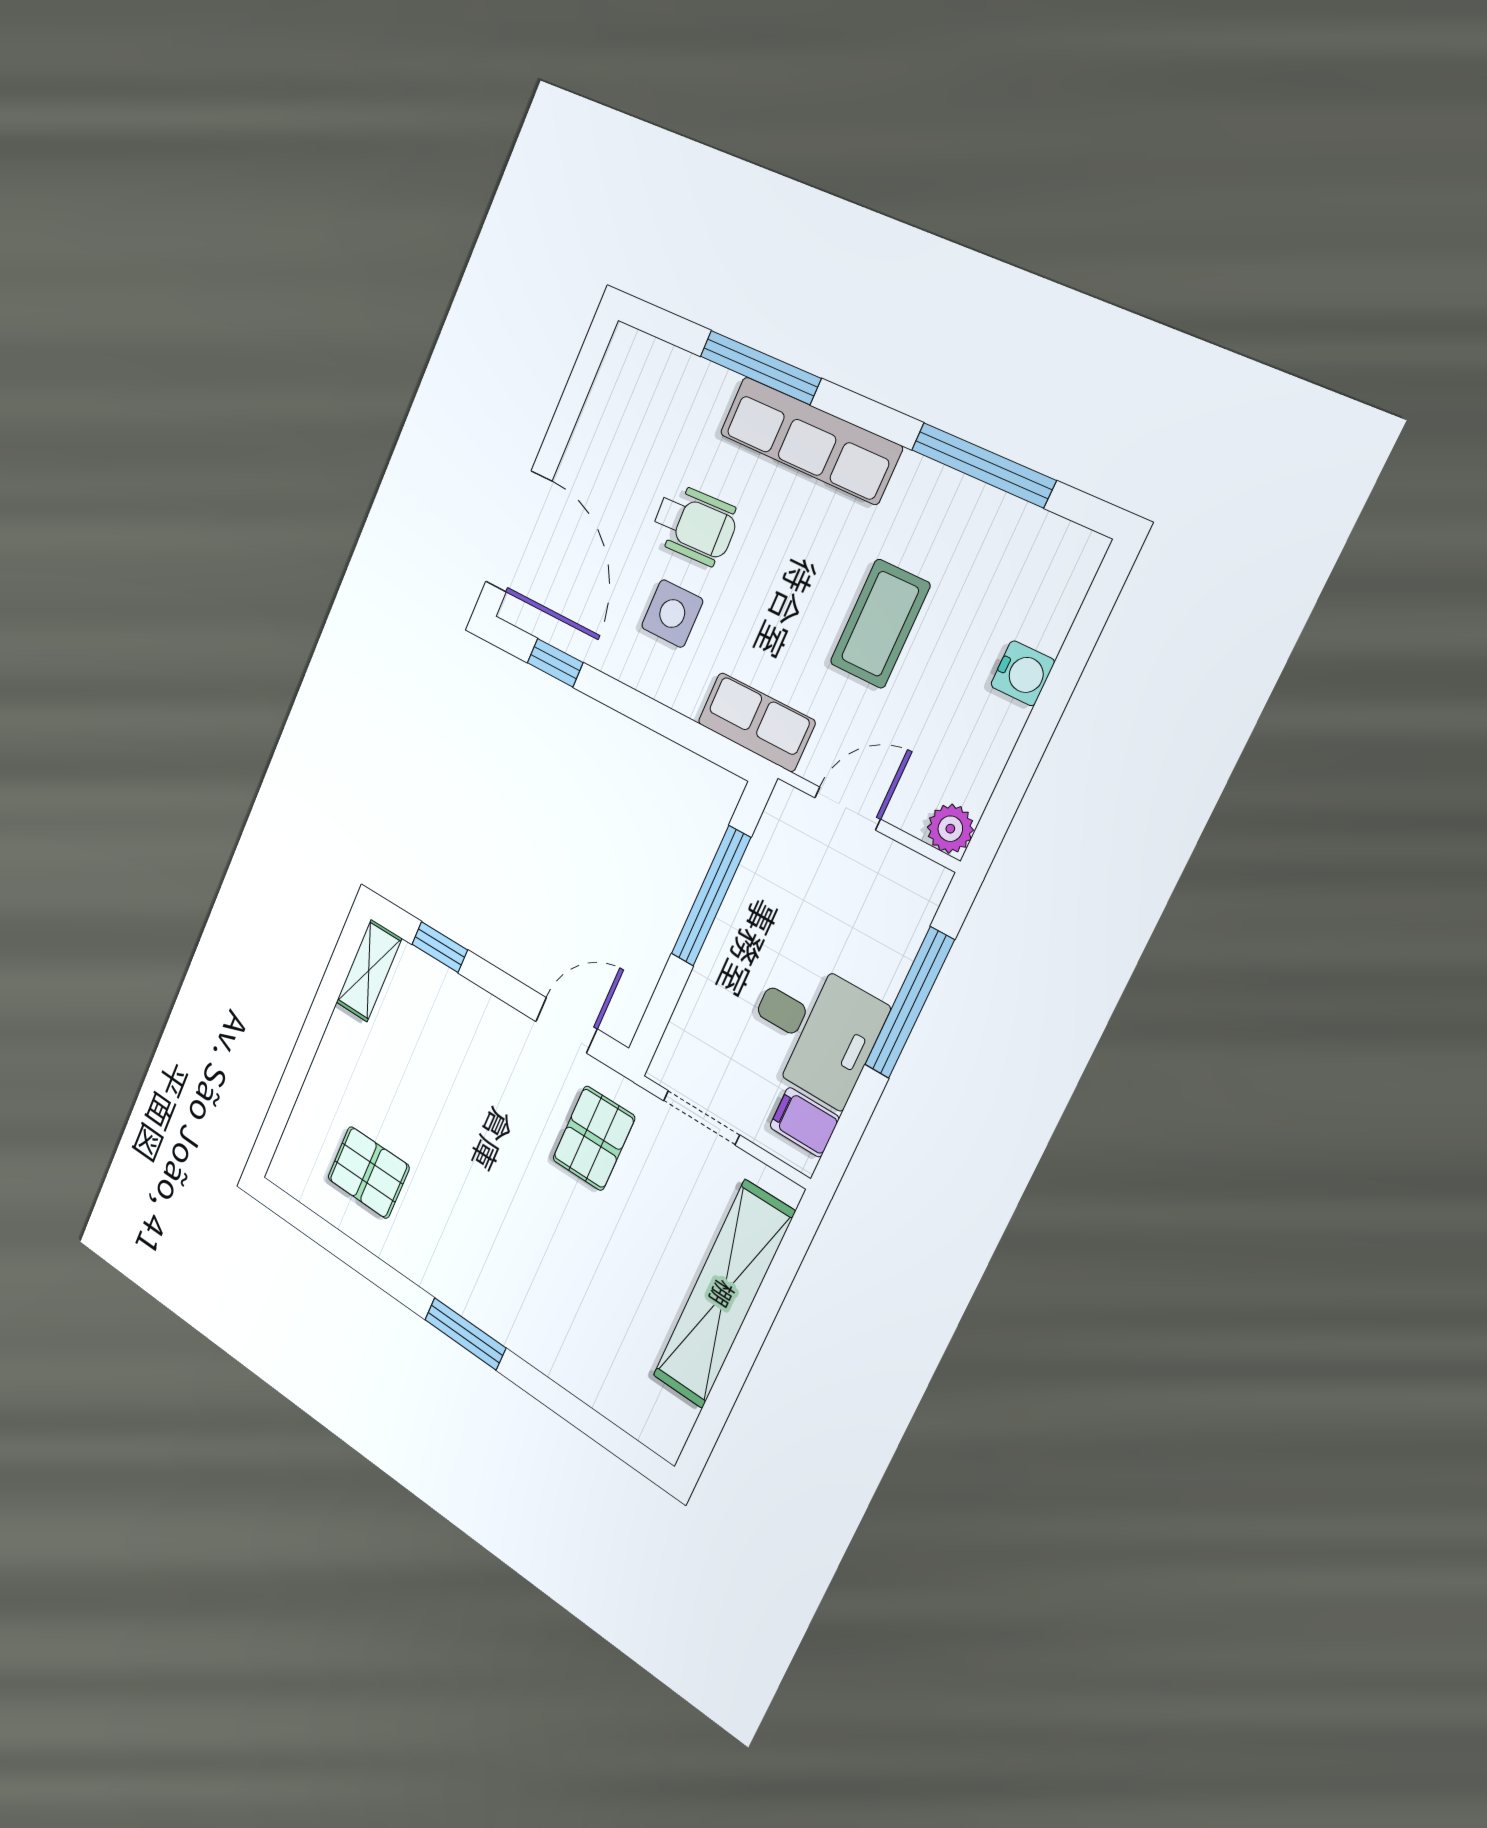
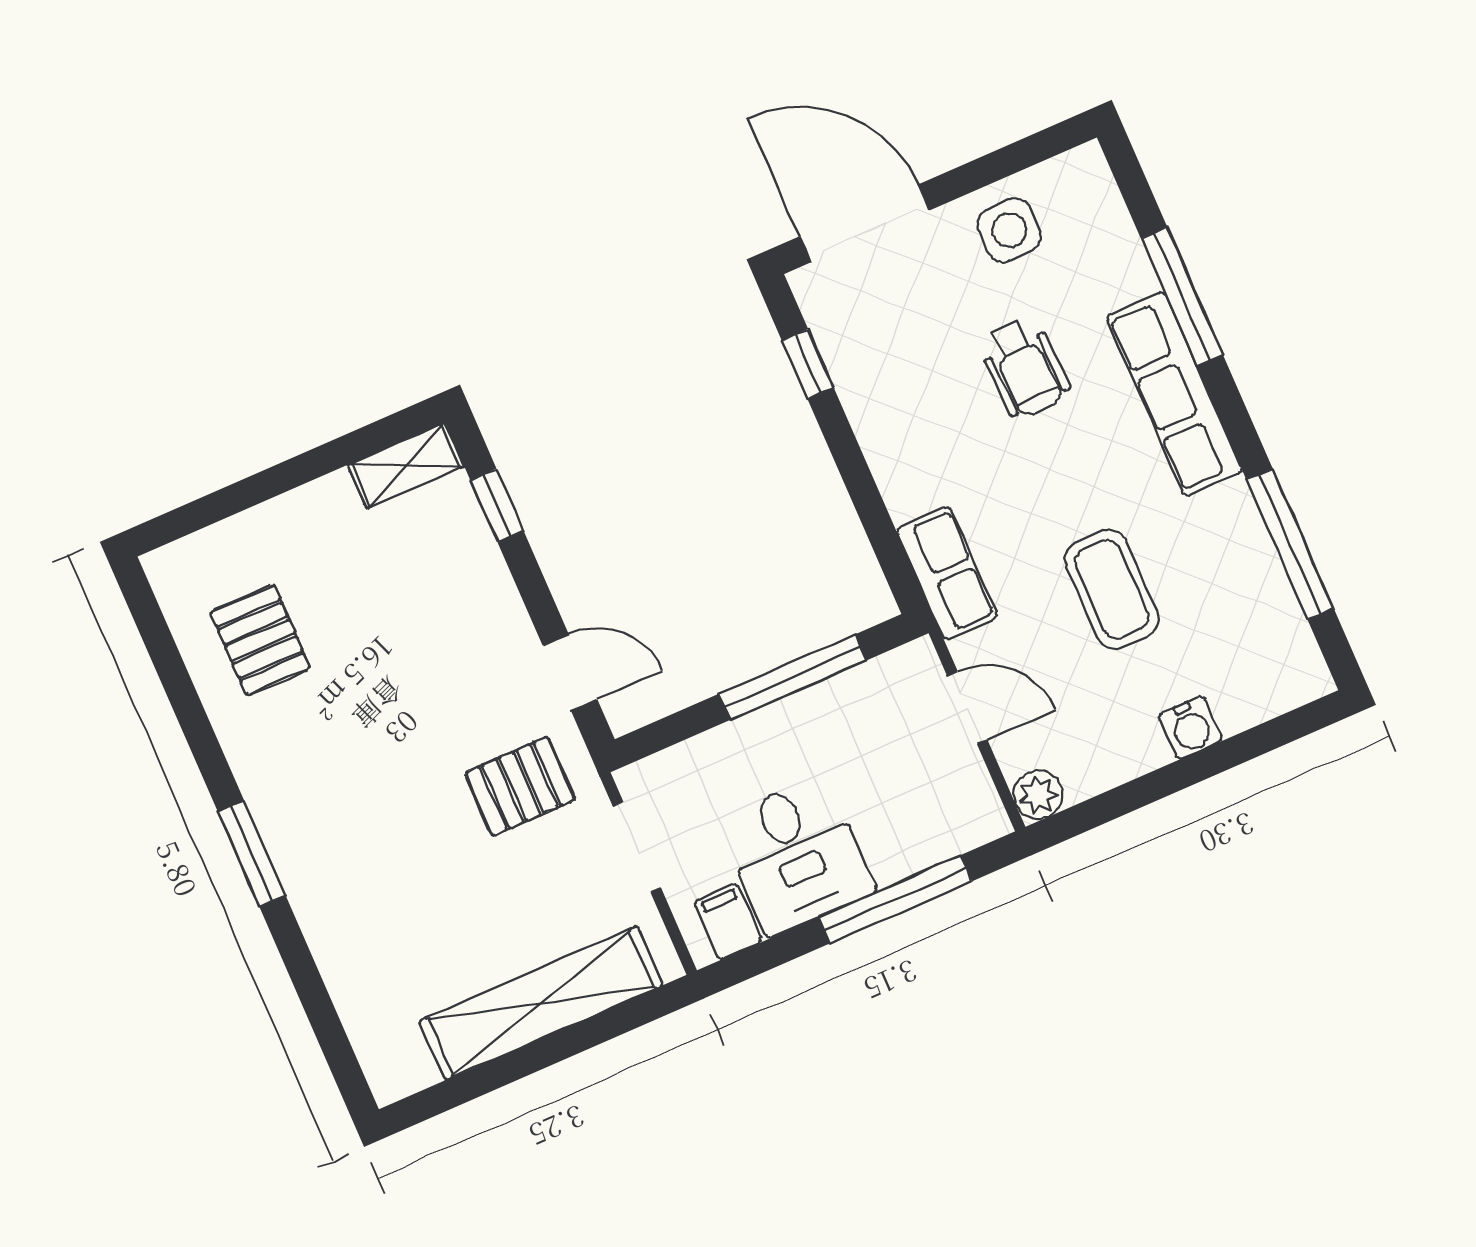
door: (519, 531) -> (865, 223), swing flipped
side table: (672, 613) -> (1009, 230), moved
coffee table: (880, 624) -> (1112, 589), turned 90

